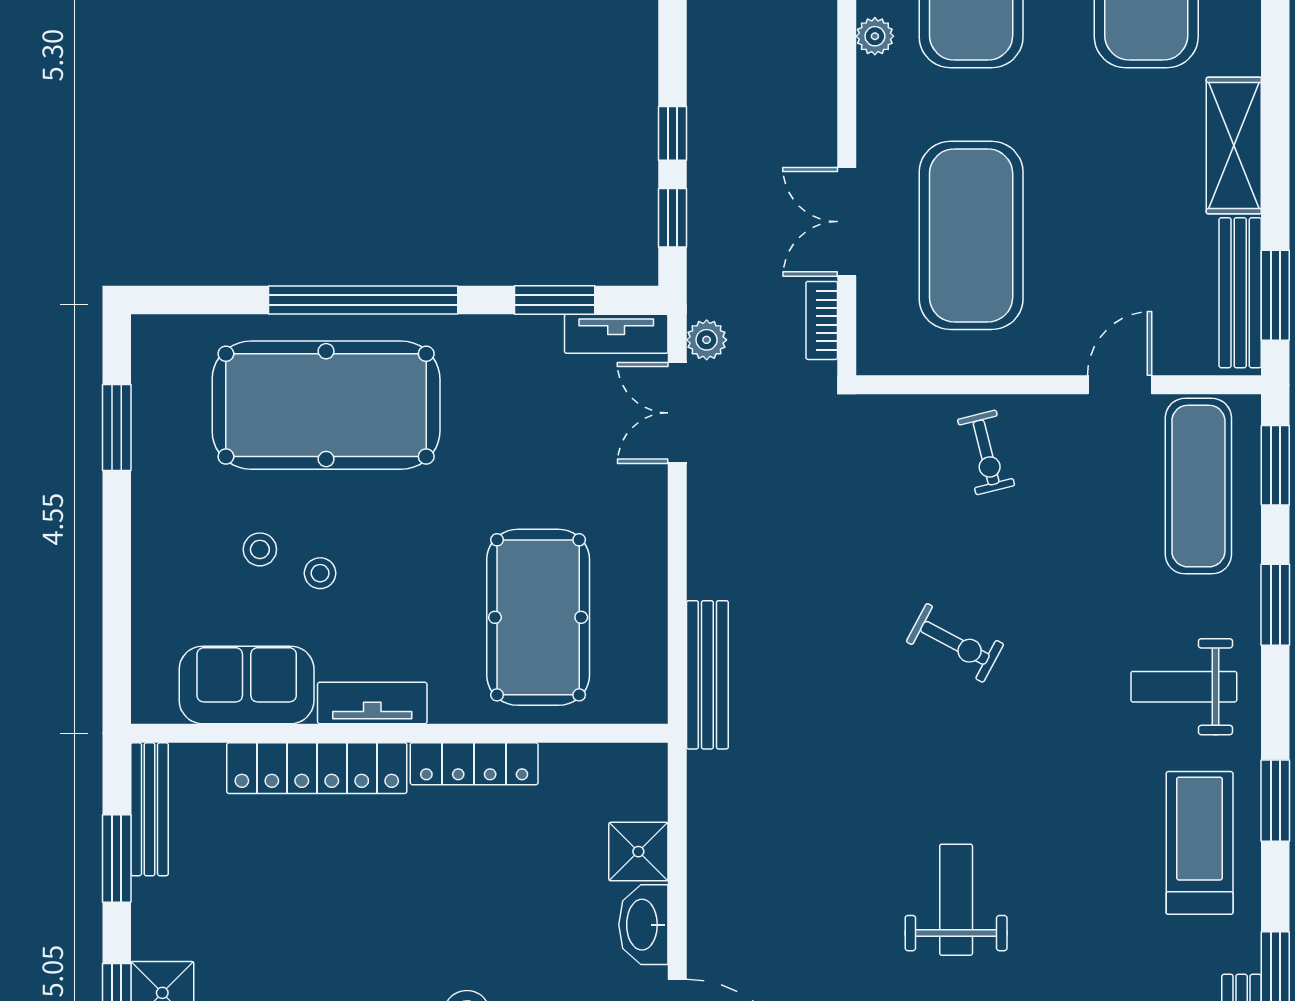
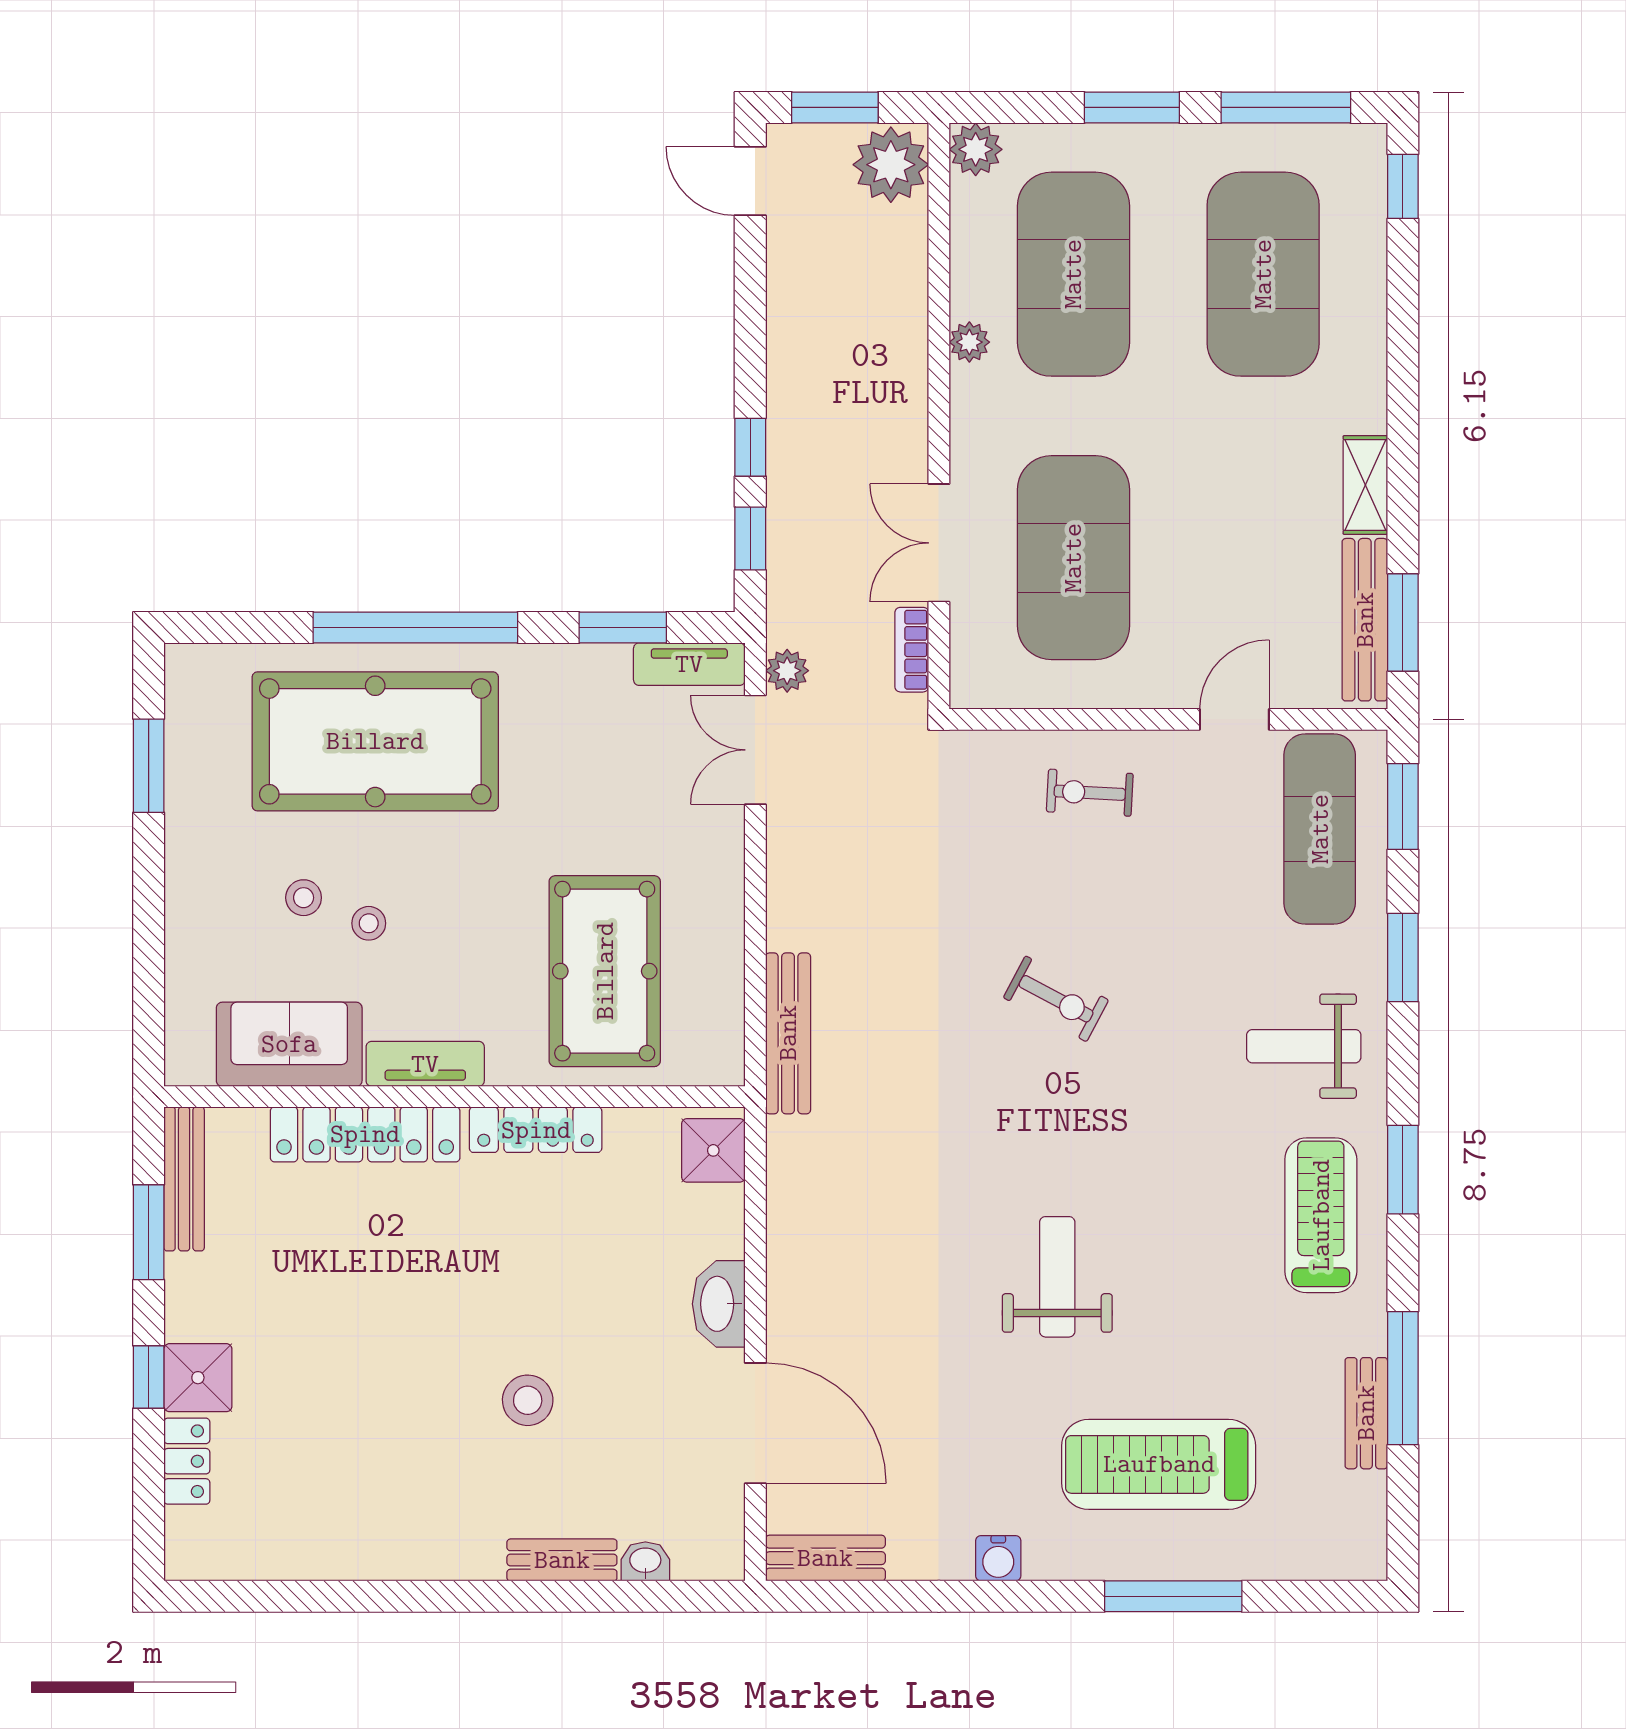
shelving: (1234, 146) -> (1365, 485), width x0.67, depth x0.75
exercise bike: (986, 452) -> (1090, 793), turned 107
shower: (638, 852) -> (713, 1150), moved

